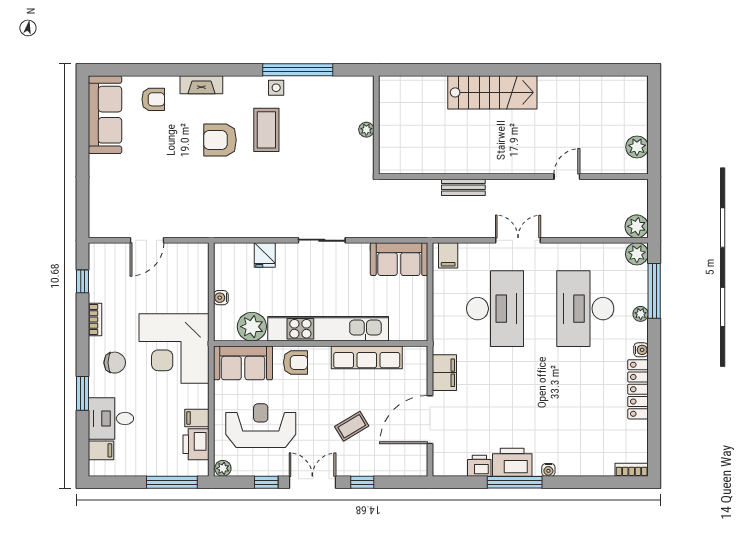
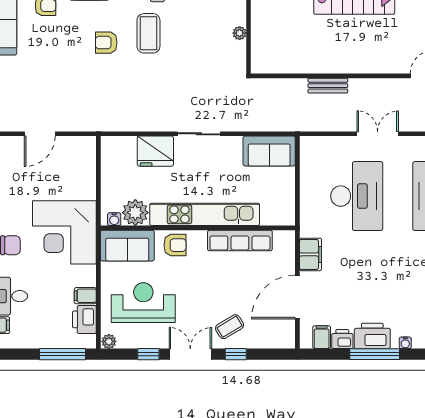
armchair: (220, 140) -> (106, 43), width x0.72, depth x0.72
fridge: (265, 255) -> (155, 151), width x1.88, depth x1.34
filing cabinet: (448, 255) -> (322, 337), moved, turned 180
water cooler: (221, 298) -> (114, 219), moved, turned -90
coffee table: (352, 426) -> (229, 327), moved

